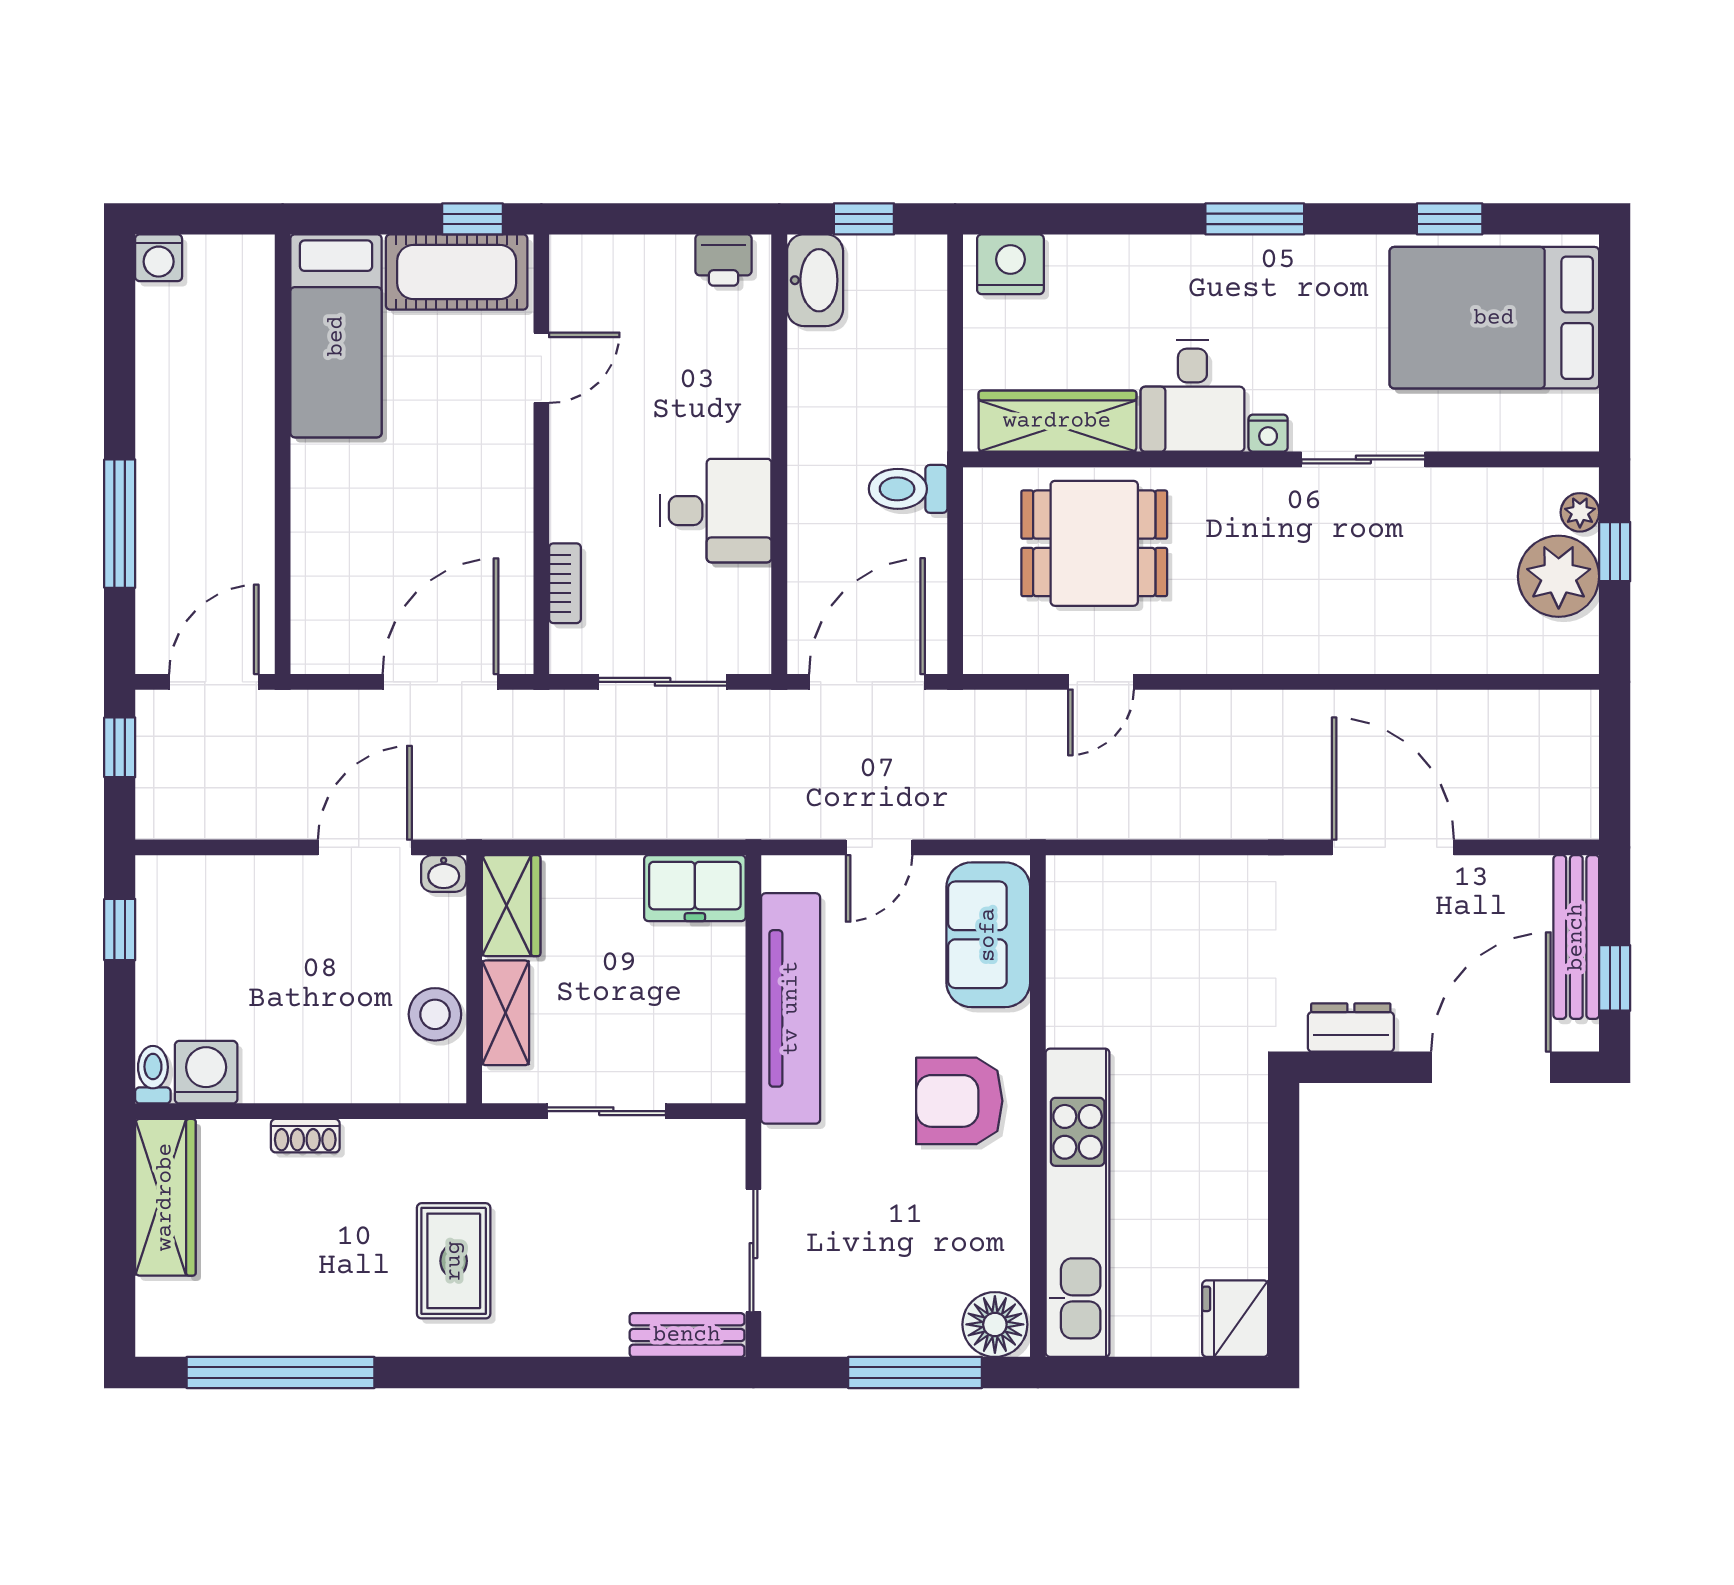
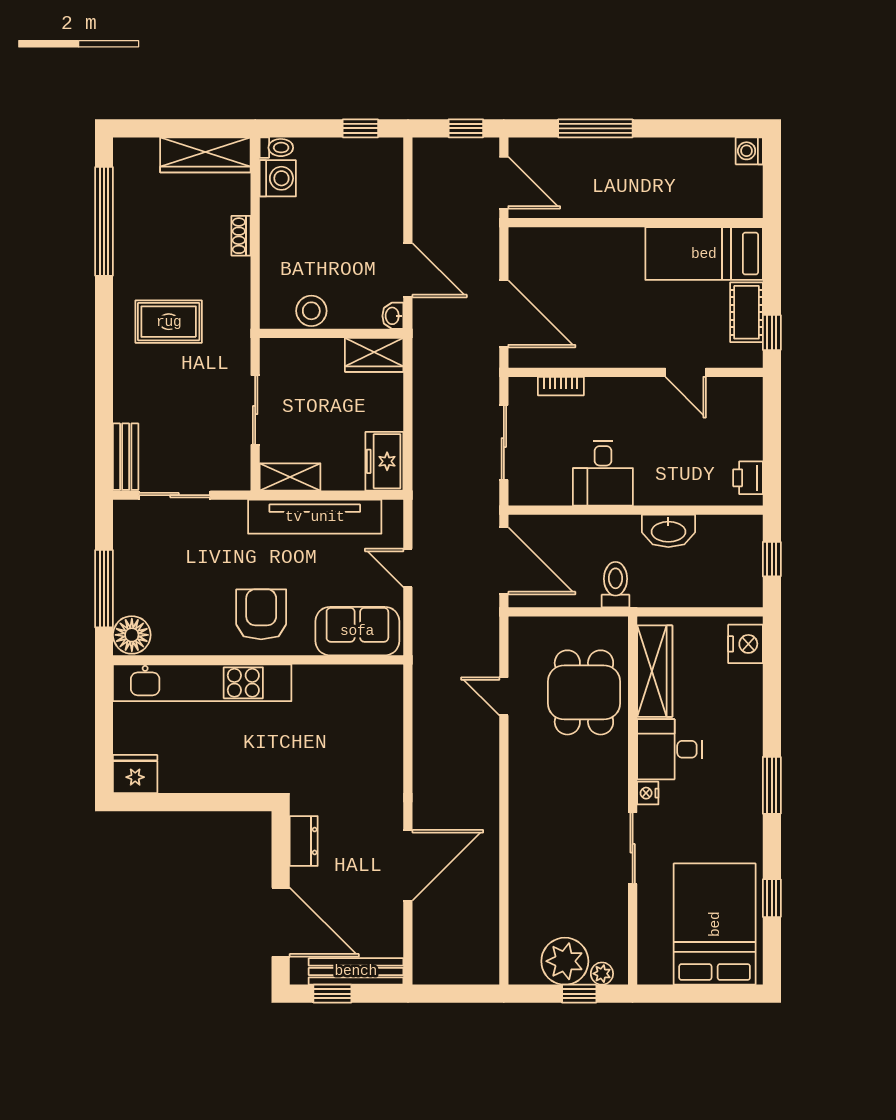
cot: (457, 272) -> (747, 312), width x0.73, depth x0.75
washbasin: (815, 280) -> (668, 531), moved
shelving: (505, 1013) -> (290, 477), moved

